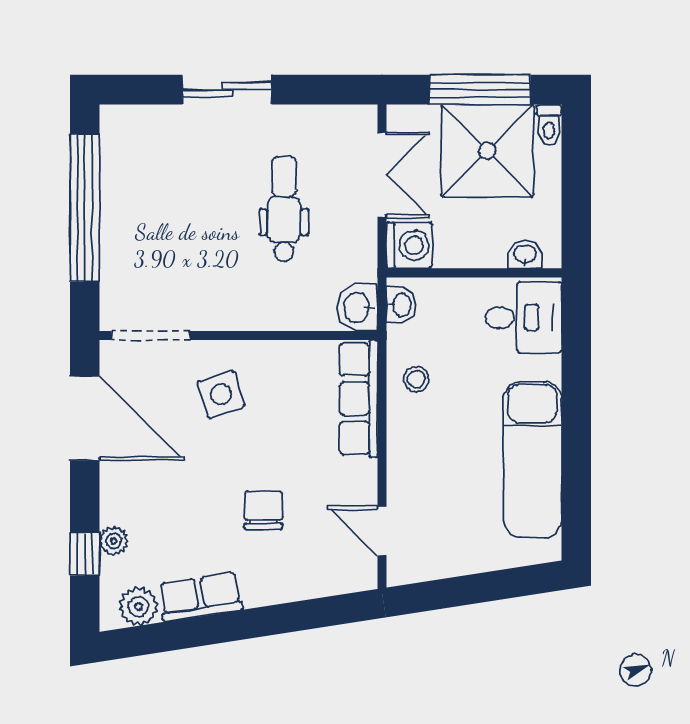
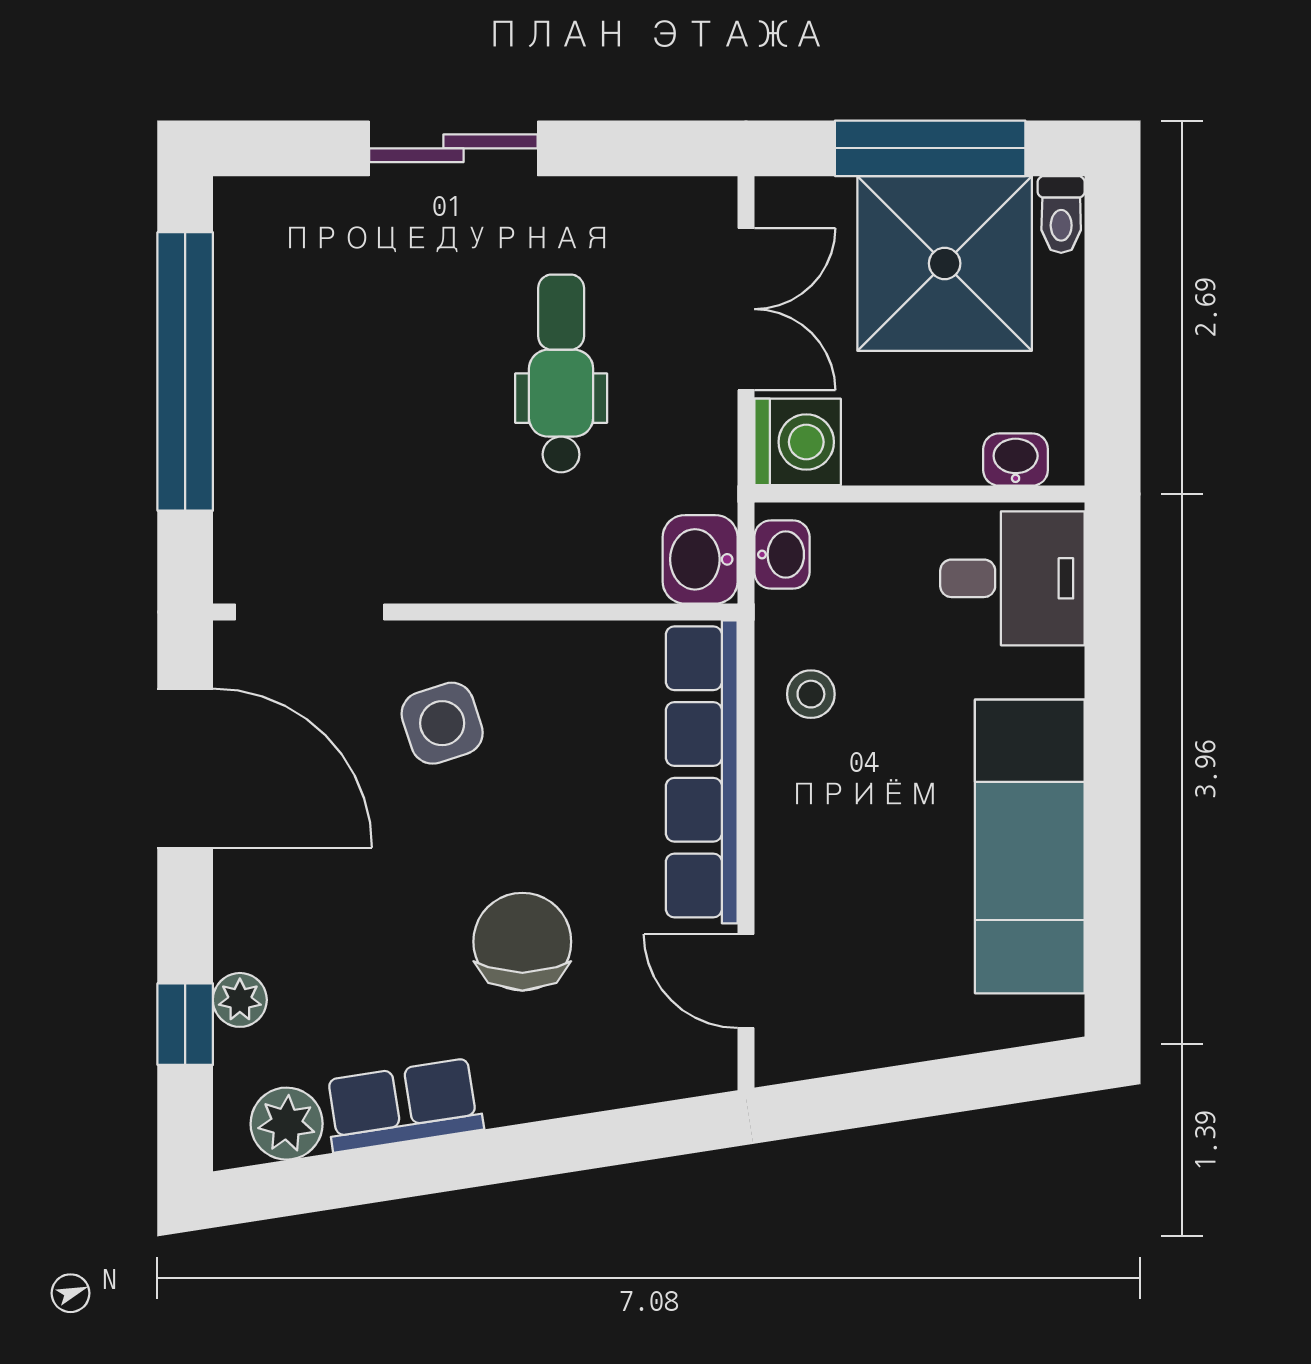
row of seats: (359, 399) -> (702, 772), width x1.36
chair: (263, 510) -> (522, 942), width x1.37, depth x1.37

